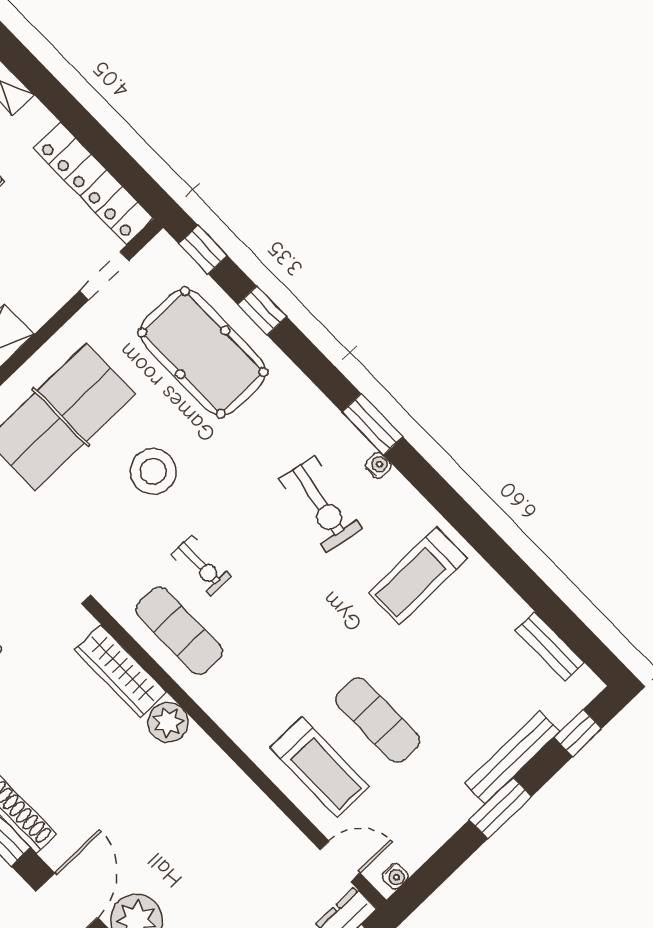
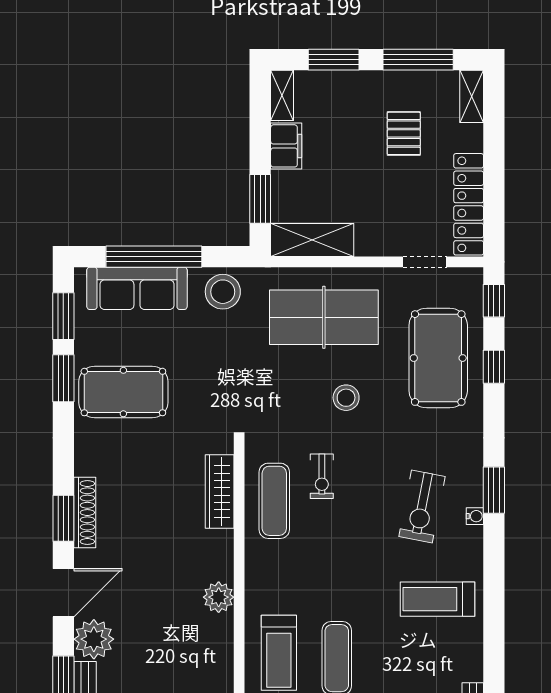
stool: (153, 471) -> (346, 398), width x0.73, depth x0.73
plant: (168, 722) -> (219, 597), moved

